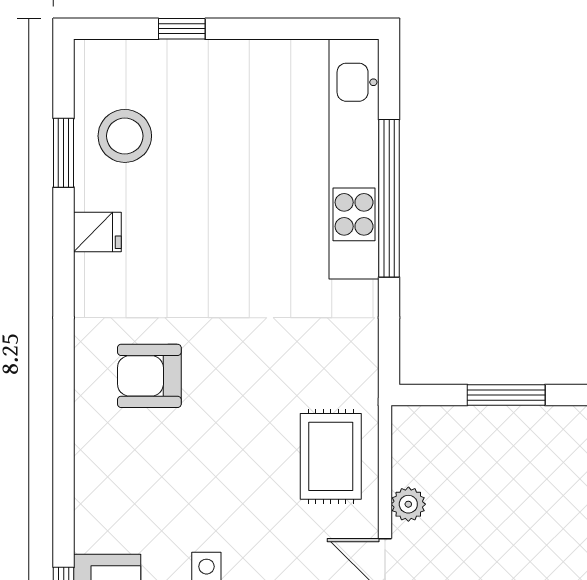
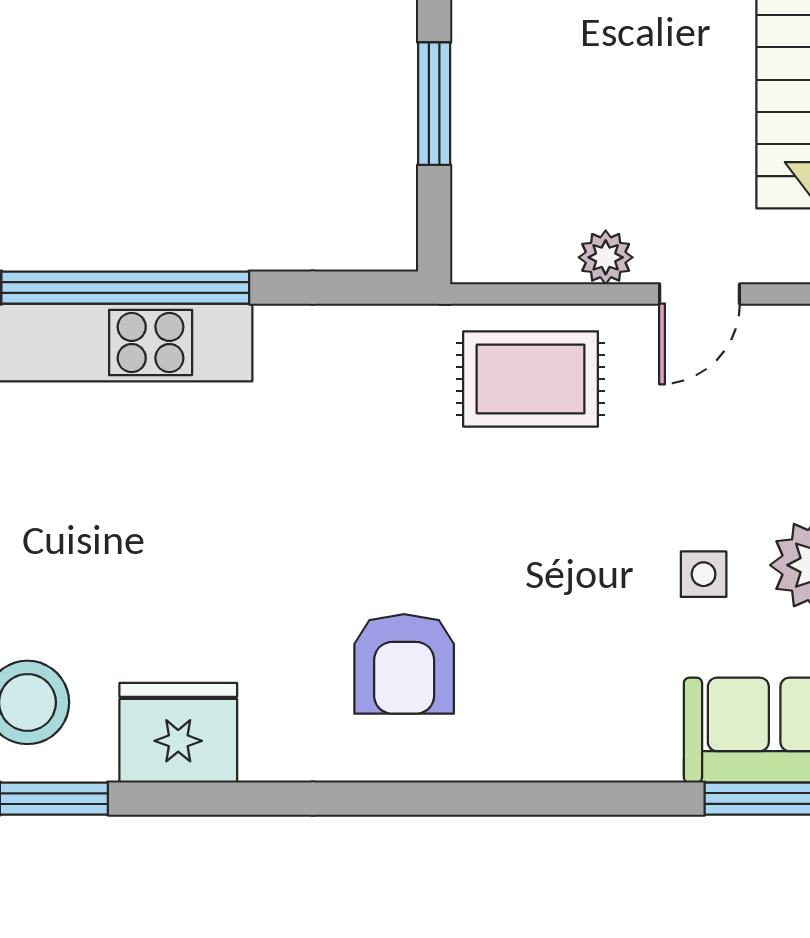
fridge: (97, 232) -> (178, 733), width x1.88, depth x1.34

